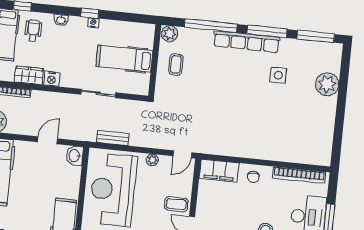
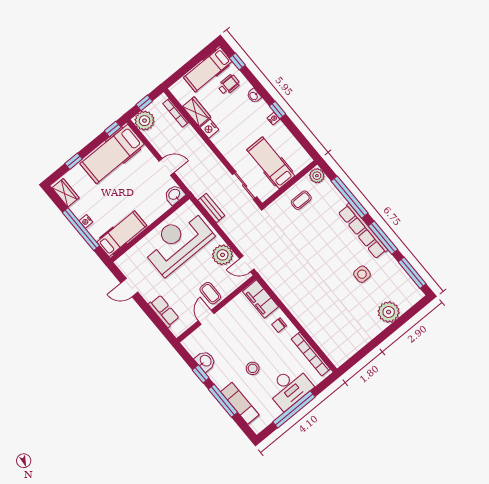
sliding door: (98, 94) -> (245, 186), moved
plant: (152, 160) -> (223, 255), width x1.88, depth x1.88

